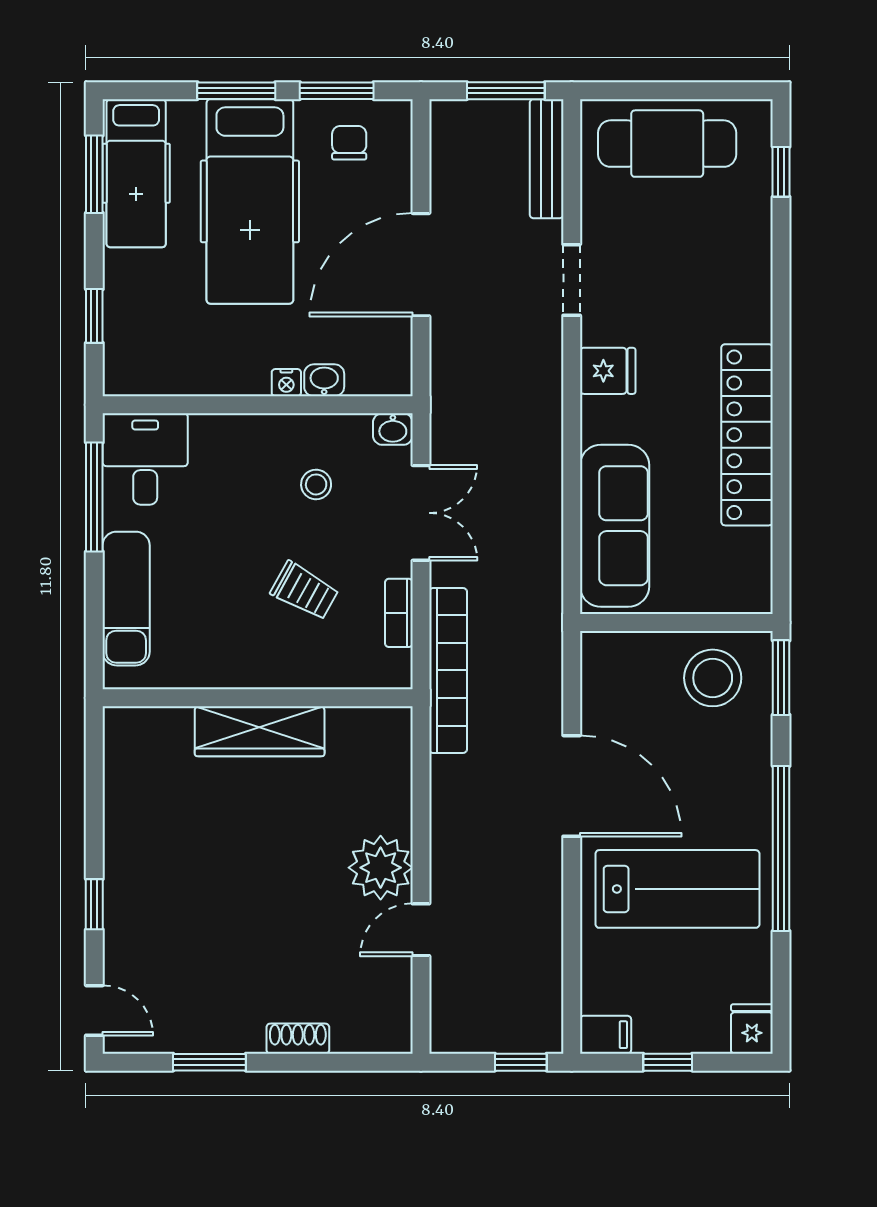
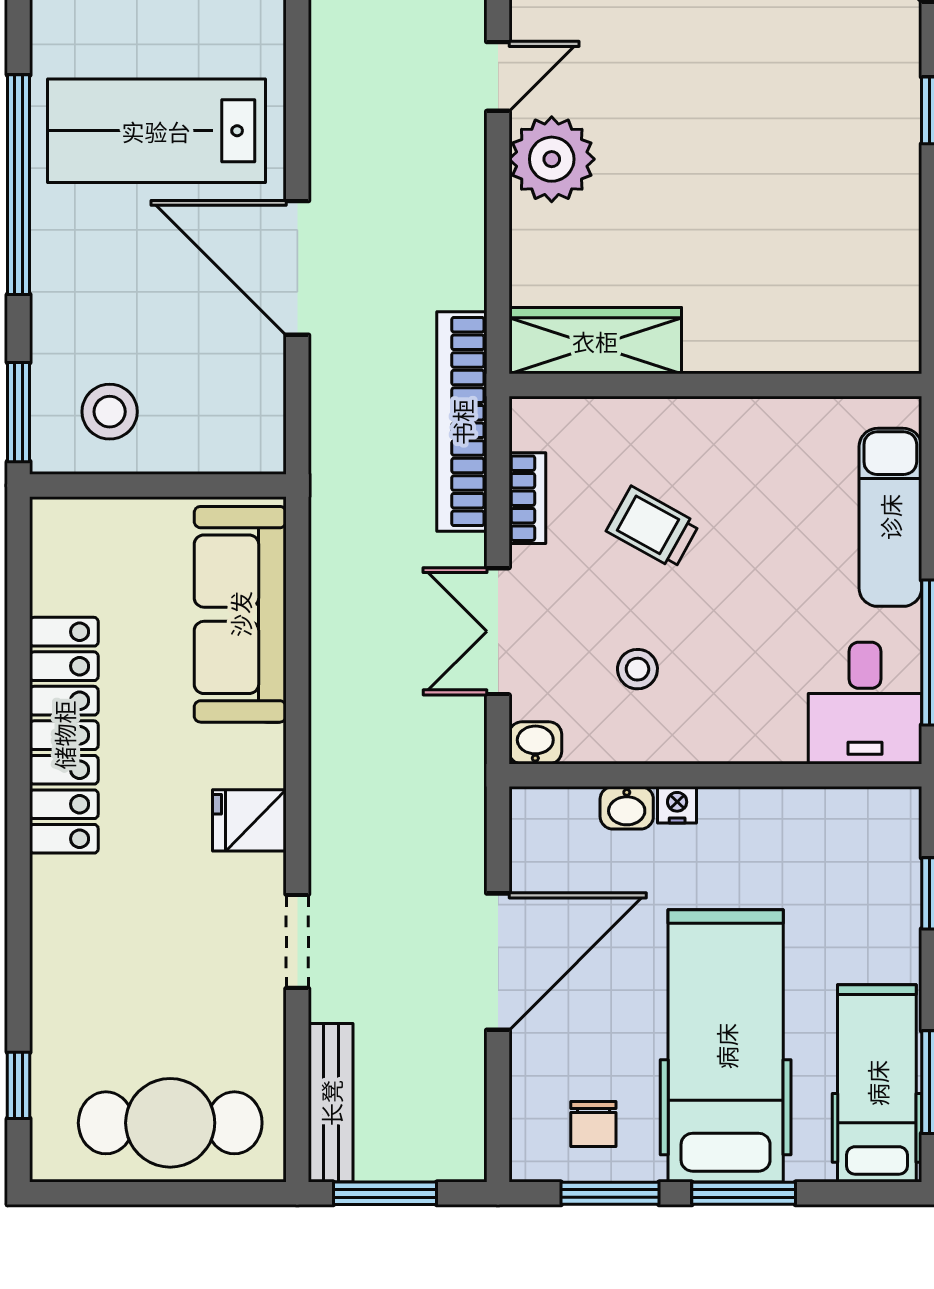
stool: (713, 678) -> (110, 412), width x0.73, depth x0.73
wardrobe: (260, 731) -> (595, 341), moved

